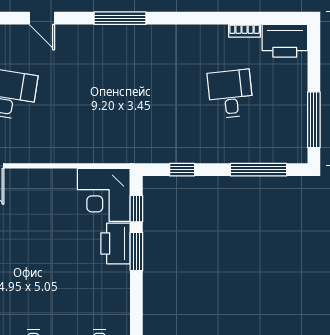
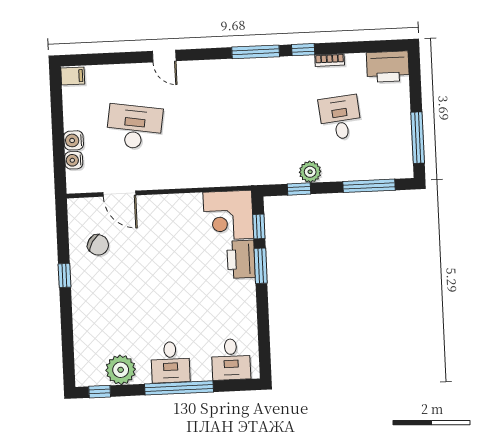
window: (120, 18) -> (256, 52), moved
window: (193, 18) -> (303, 50), added
bookcase: (245, 31) -> (330, 60), moved
plant: (195, 152) -> (310, 172), added

